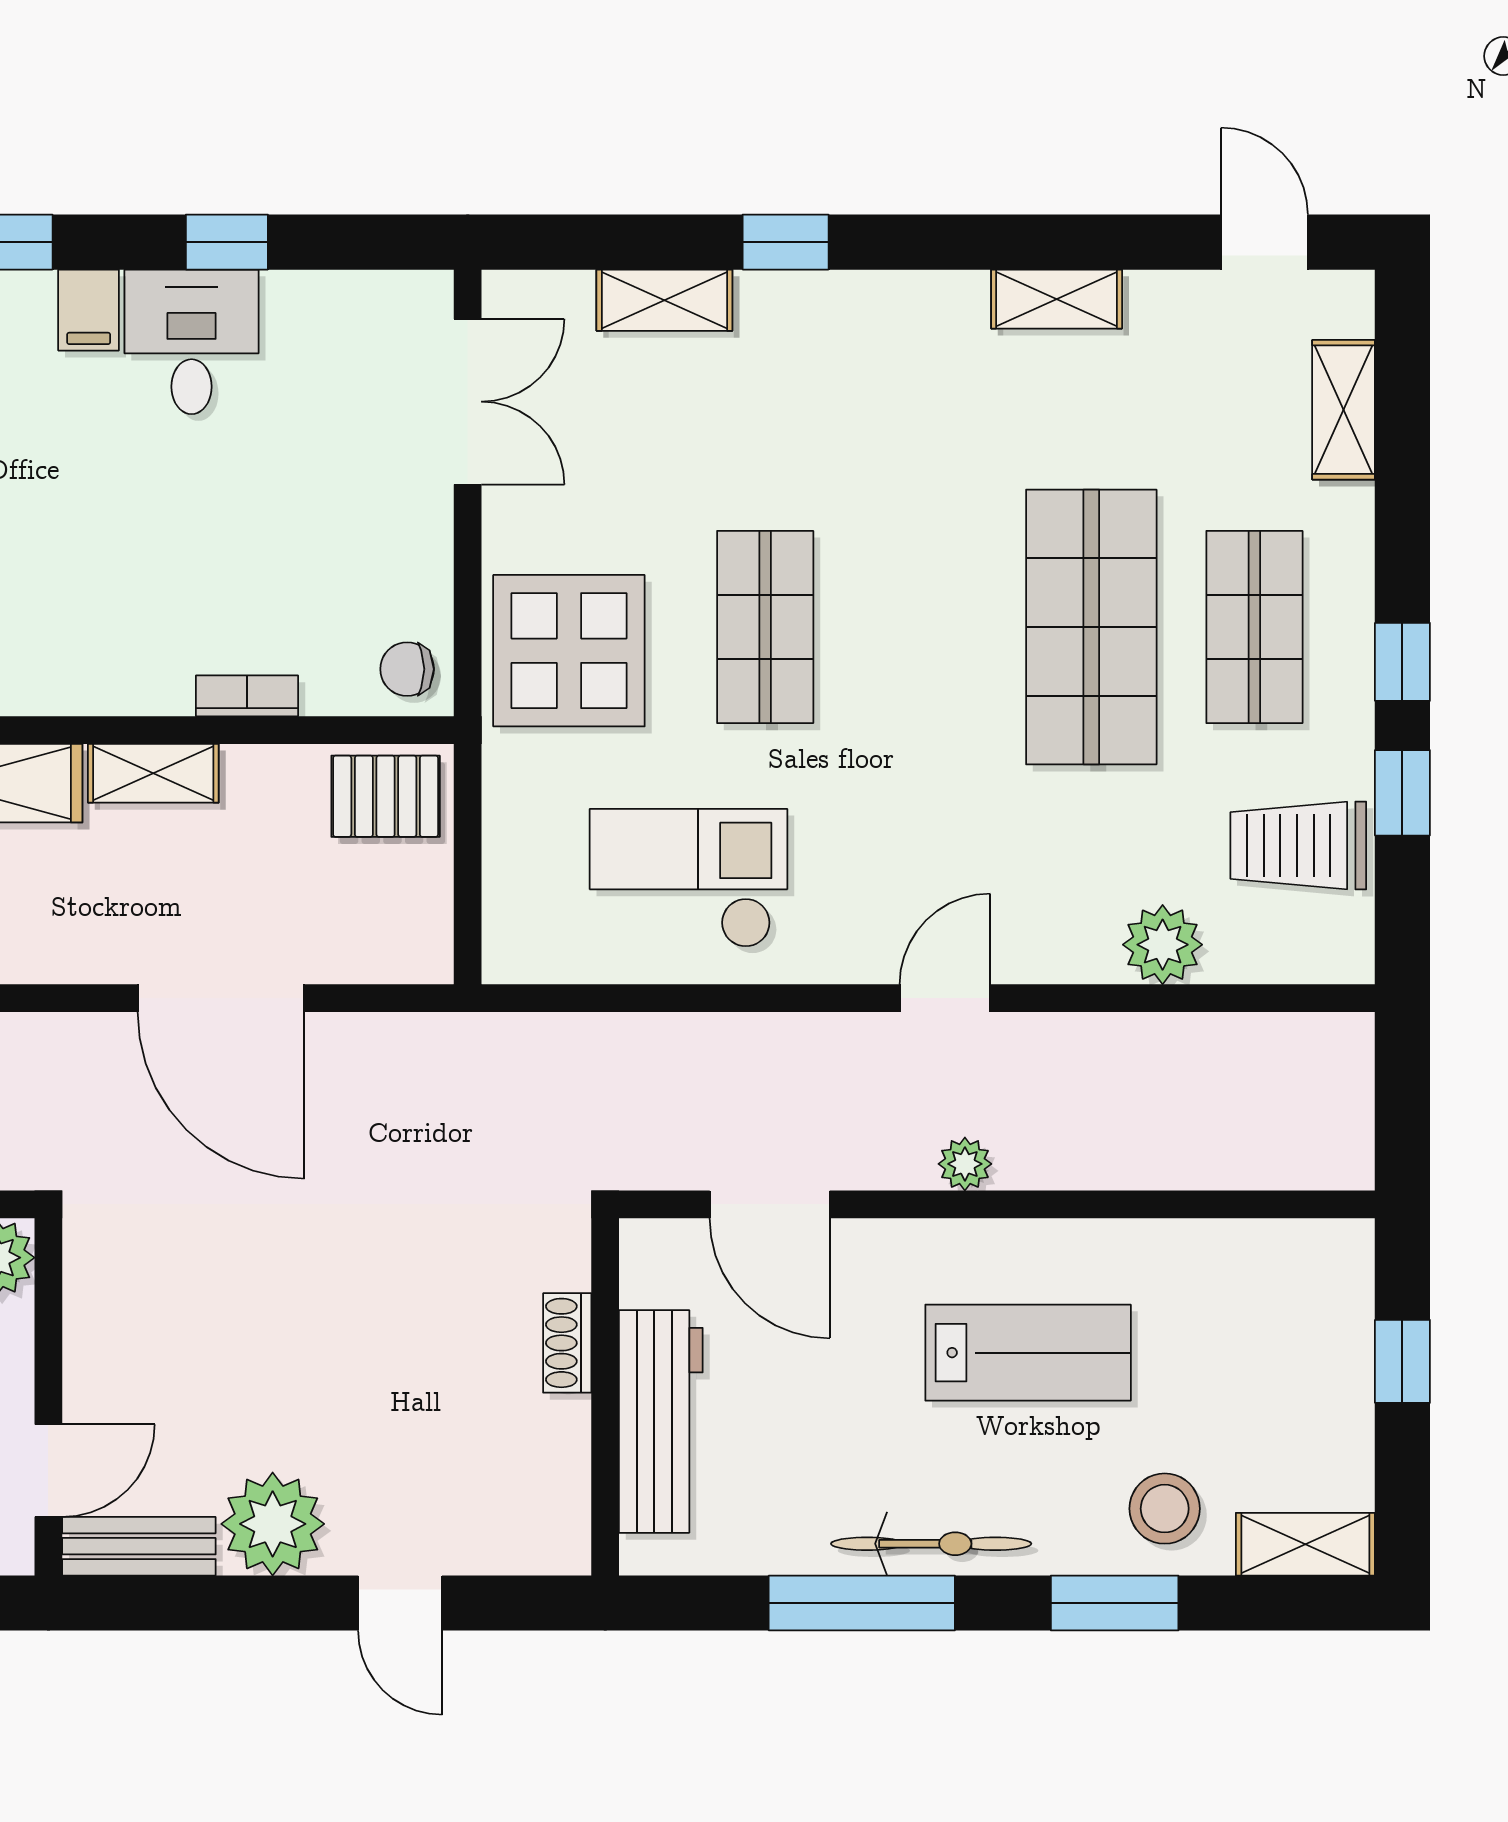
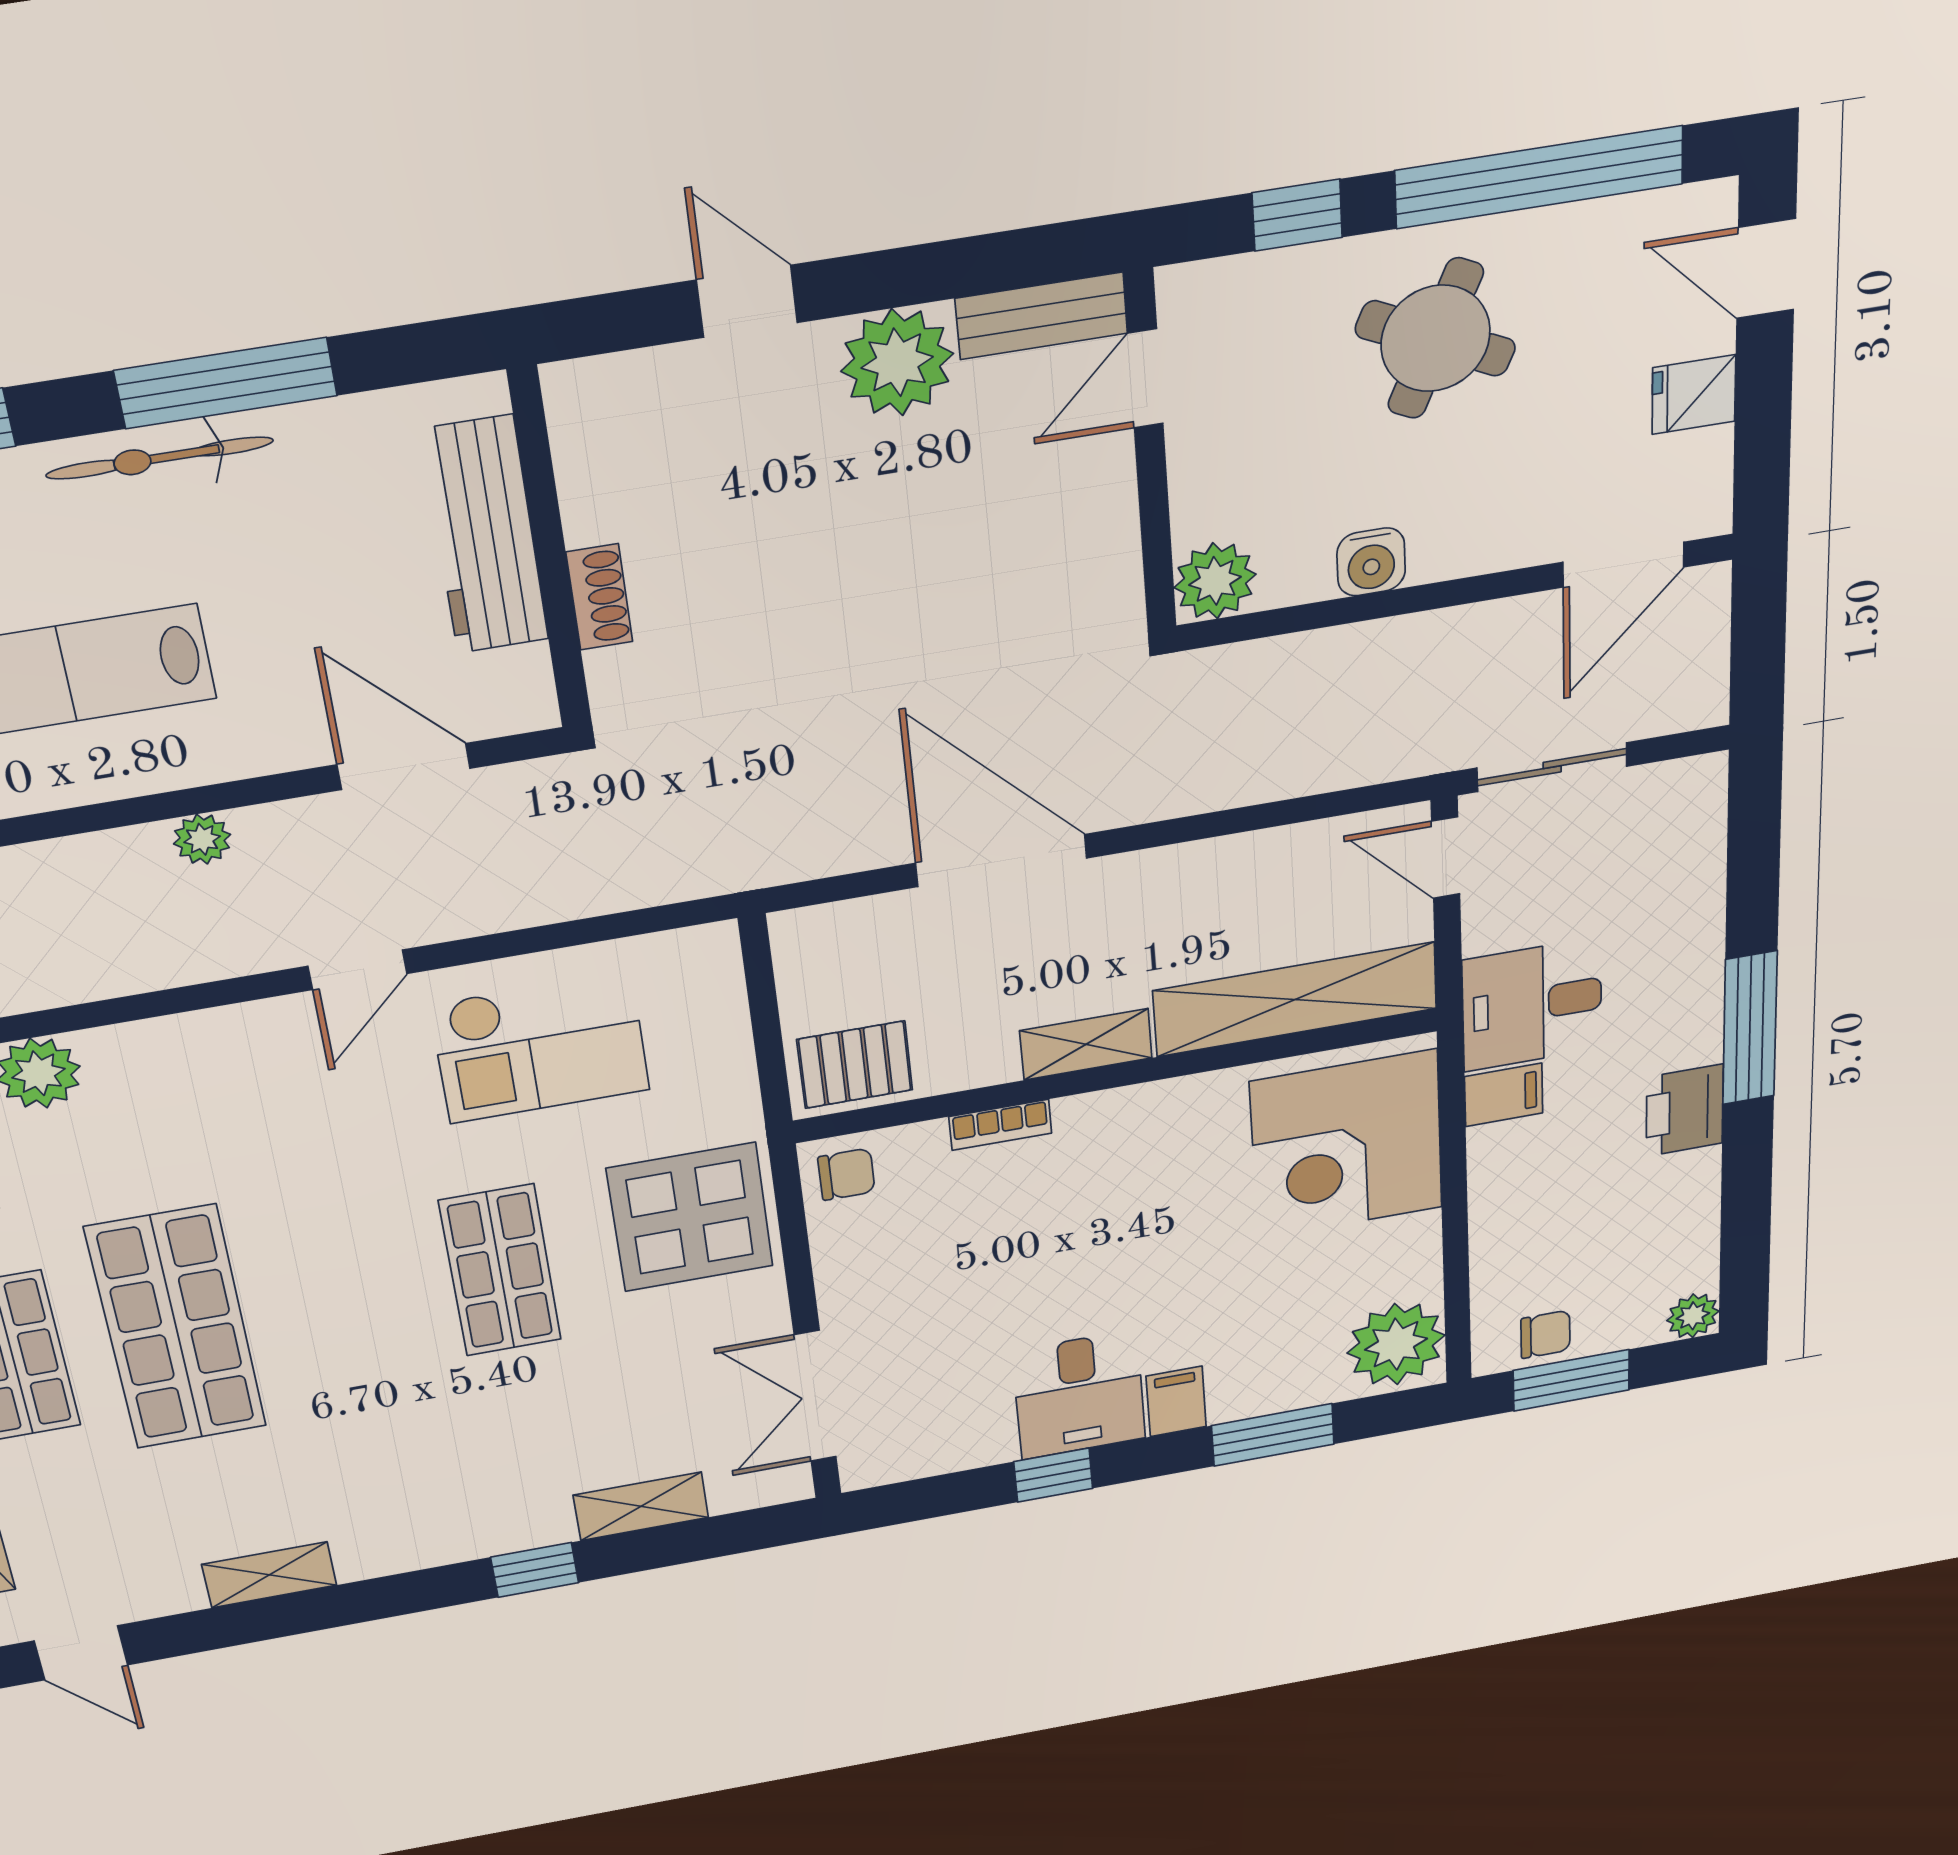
door: (945, 998) -> (357, 970), moved

